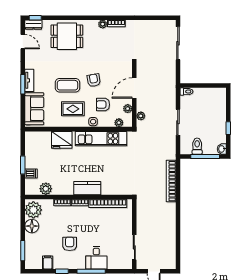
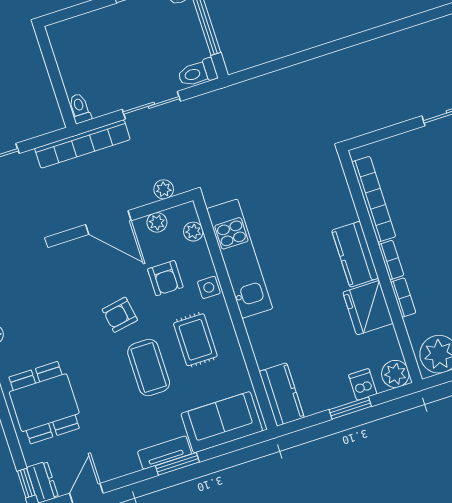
kitchen counter: (38, 138) -> (282, 394), added
fridge: (62, 140) -> (368, 308), moved, turned 180
toilet: (197, 146) -> (197, 73), moved
bookcase: (171, 181) -> (82, 144), moved
plant: (46, 189) -> (395, 374), moved

